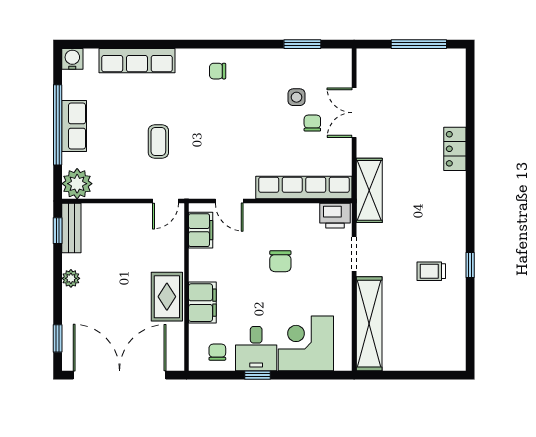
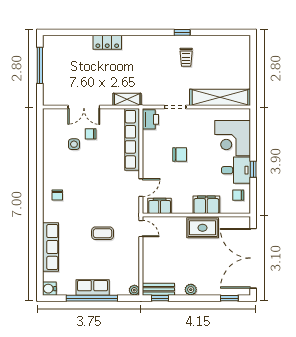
window: (302, 44) -> (40, 140), removed
plant: (77, 184) -> (134, 290), width x0.53, depth x0.53
shelving: (369, 190) -> (127, 99), width x0.67, depth x0.75

